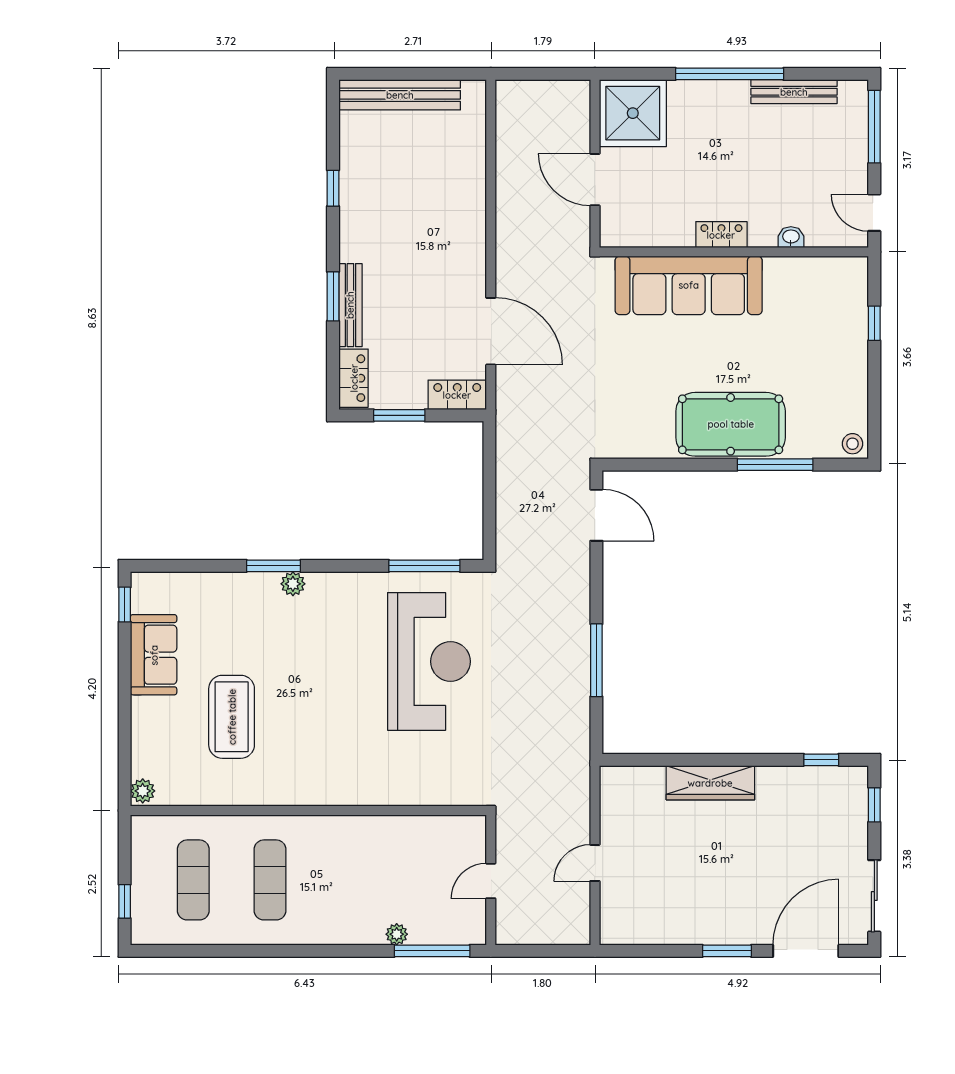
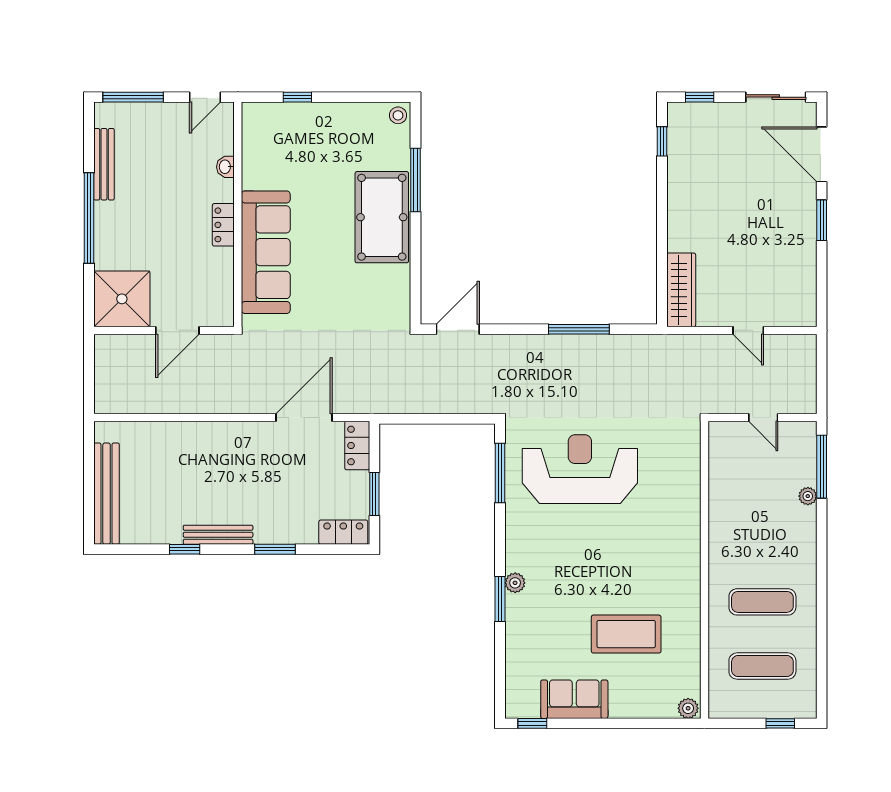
bench: (350, 305) -> (218, 535), moved
wardrobe: (710, 783) -> (681, 290), moved

